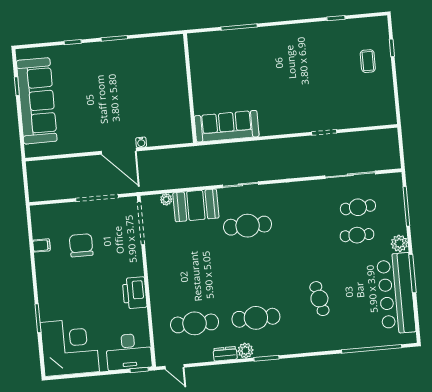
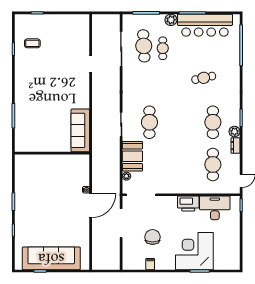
coffee table: (368, 61) -> (32, 43), moved
cafe table: (358, 207) -> (144, 46), width x1.37, depth x1.35
chair: (81, 245) -> (153, 237), turned 90
corner desk: (70, 347) -> (194, 251), moved
desk: (129, 352) -> (215, 208), moved, turned -90

